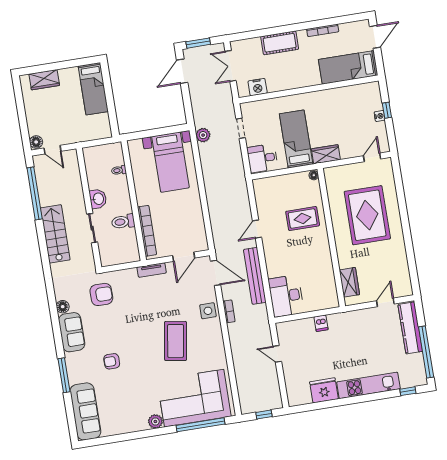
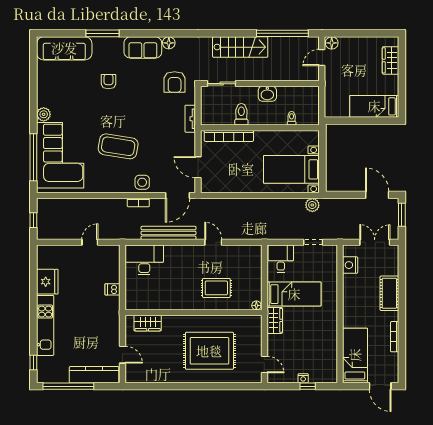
rug: (303, 219) -> (216, 288), turned 90
sliding door: (92, 228) -> (222, 84), moved
tv unit: (152, 270) -> (190, 119), moved

